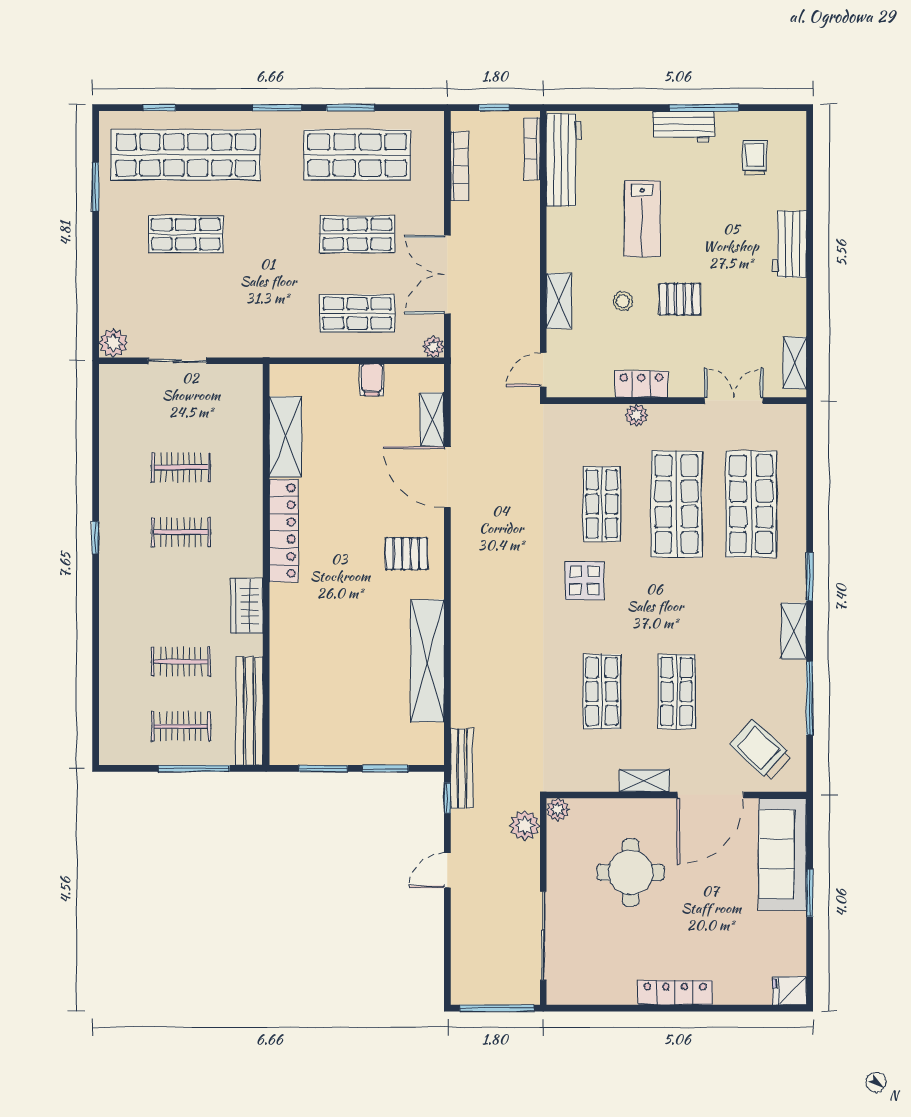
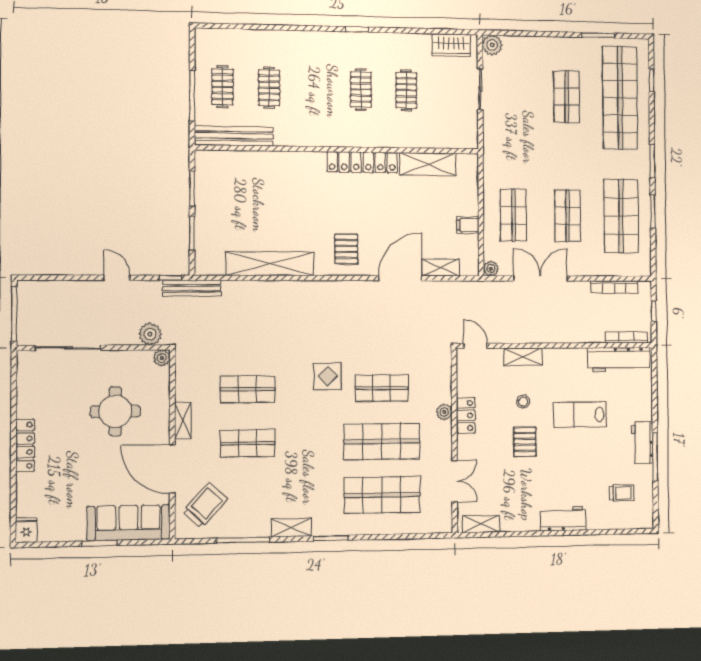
wardrobe: (247, 606) -> (451, 45), moved, turned 180

